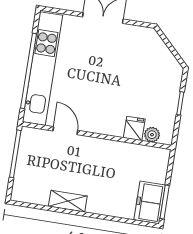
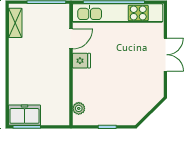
fridge: (134, 128) -> (81, 61), moved
shelving: (68, 201) -> (15, 23), moved

